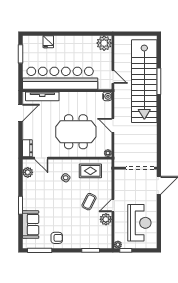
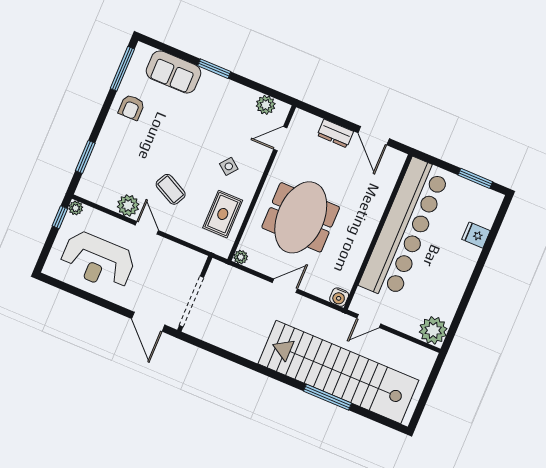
tv unit: (42, 96) -> (386, 185), removed
dresser: (27, 148) -> (335, 133), moved

